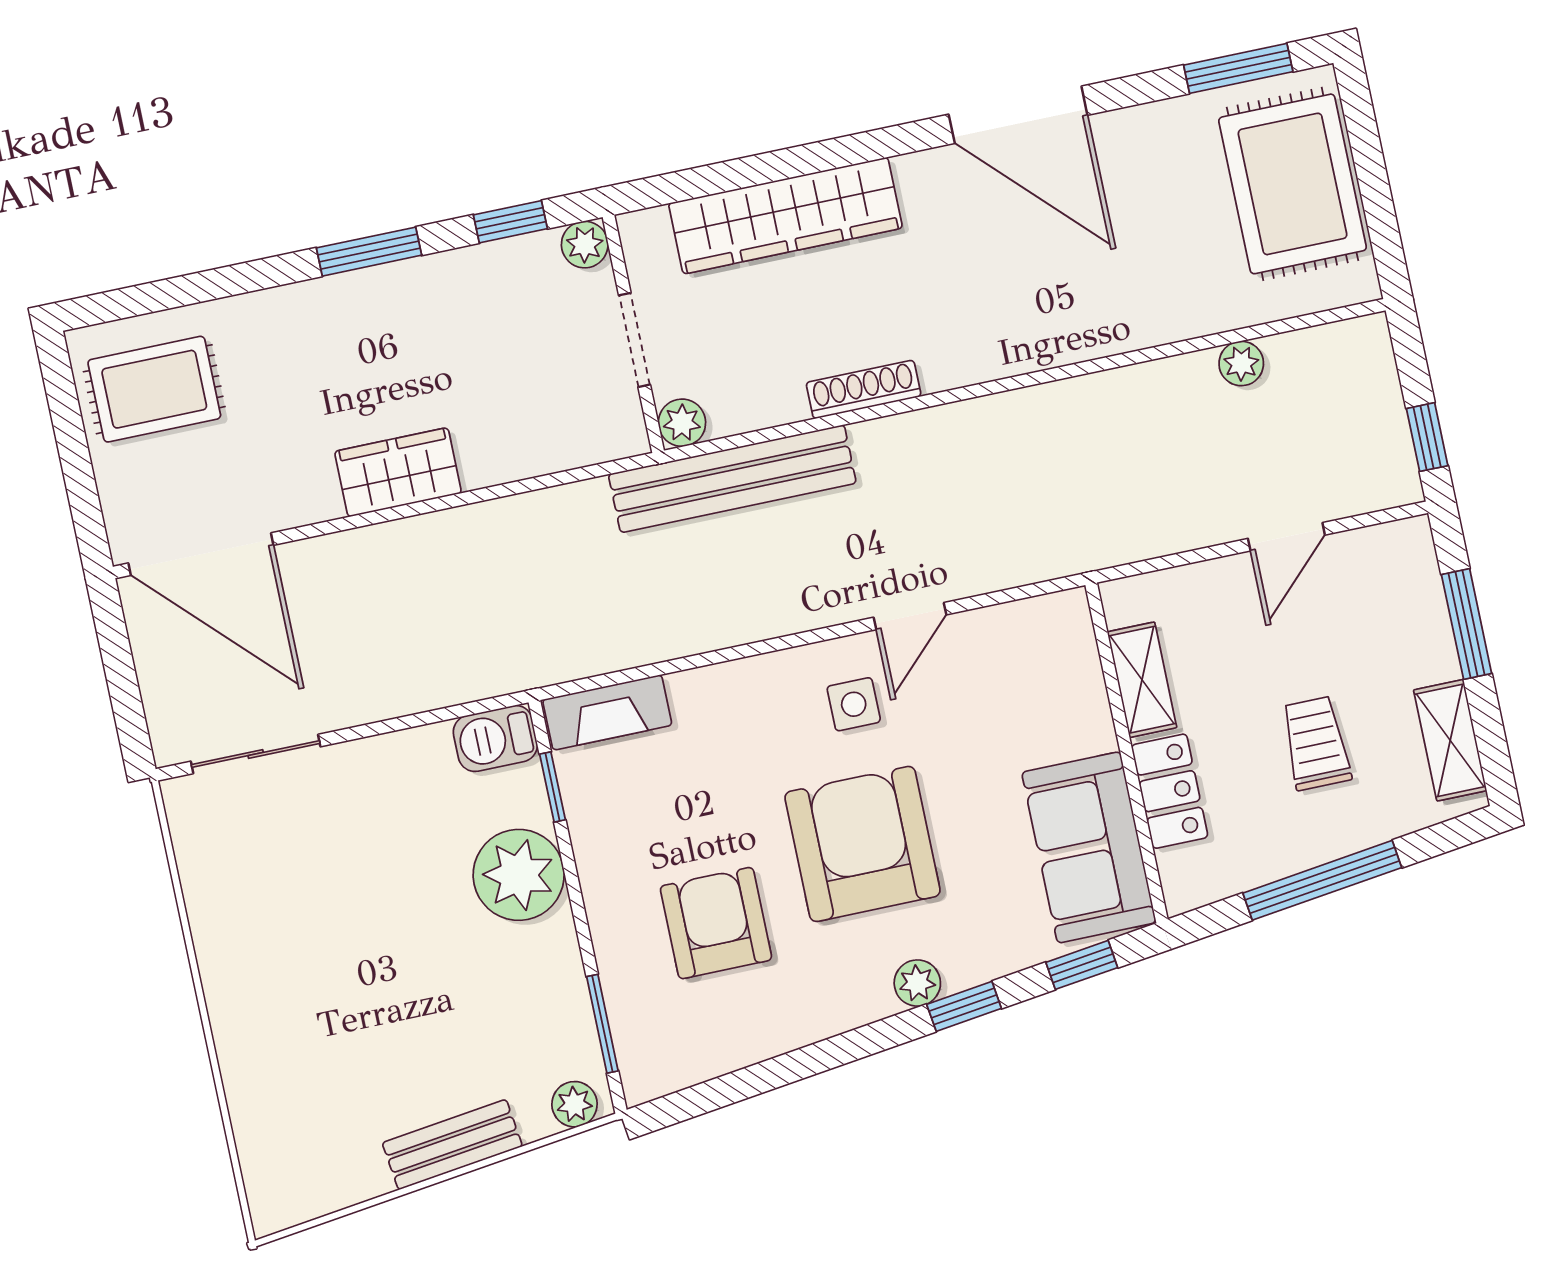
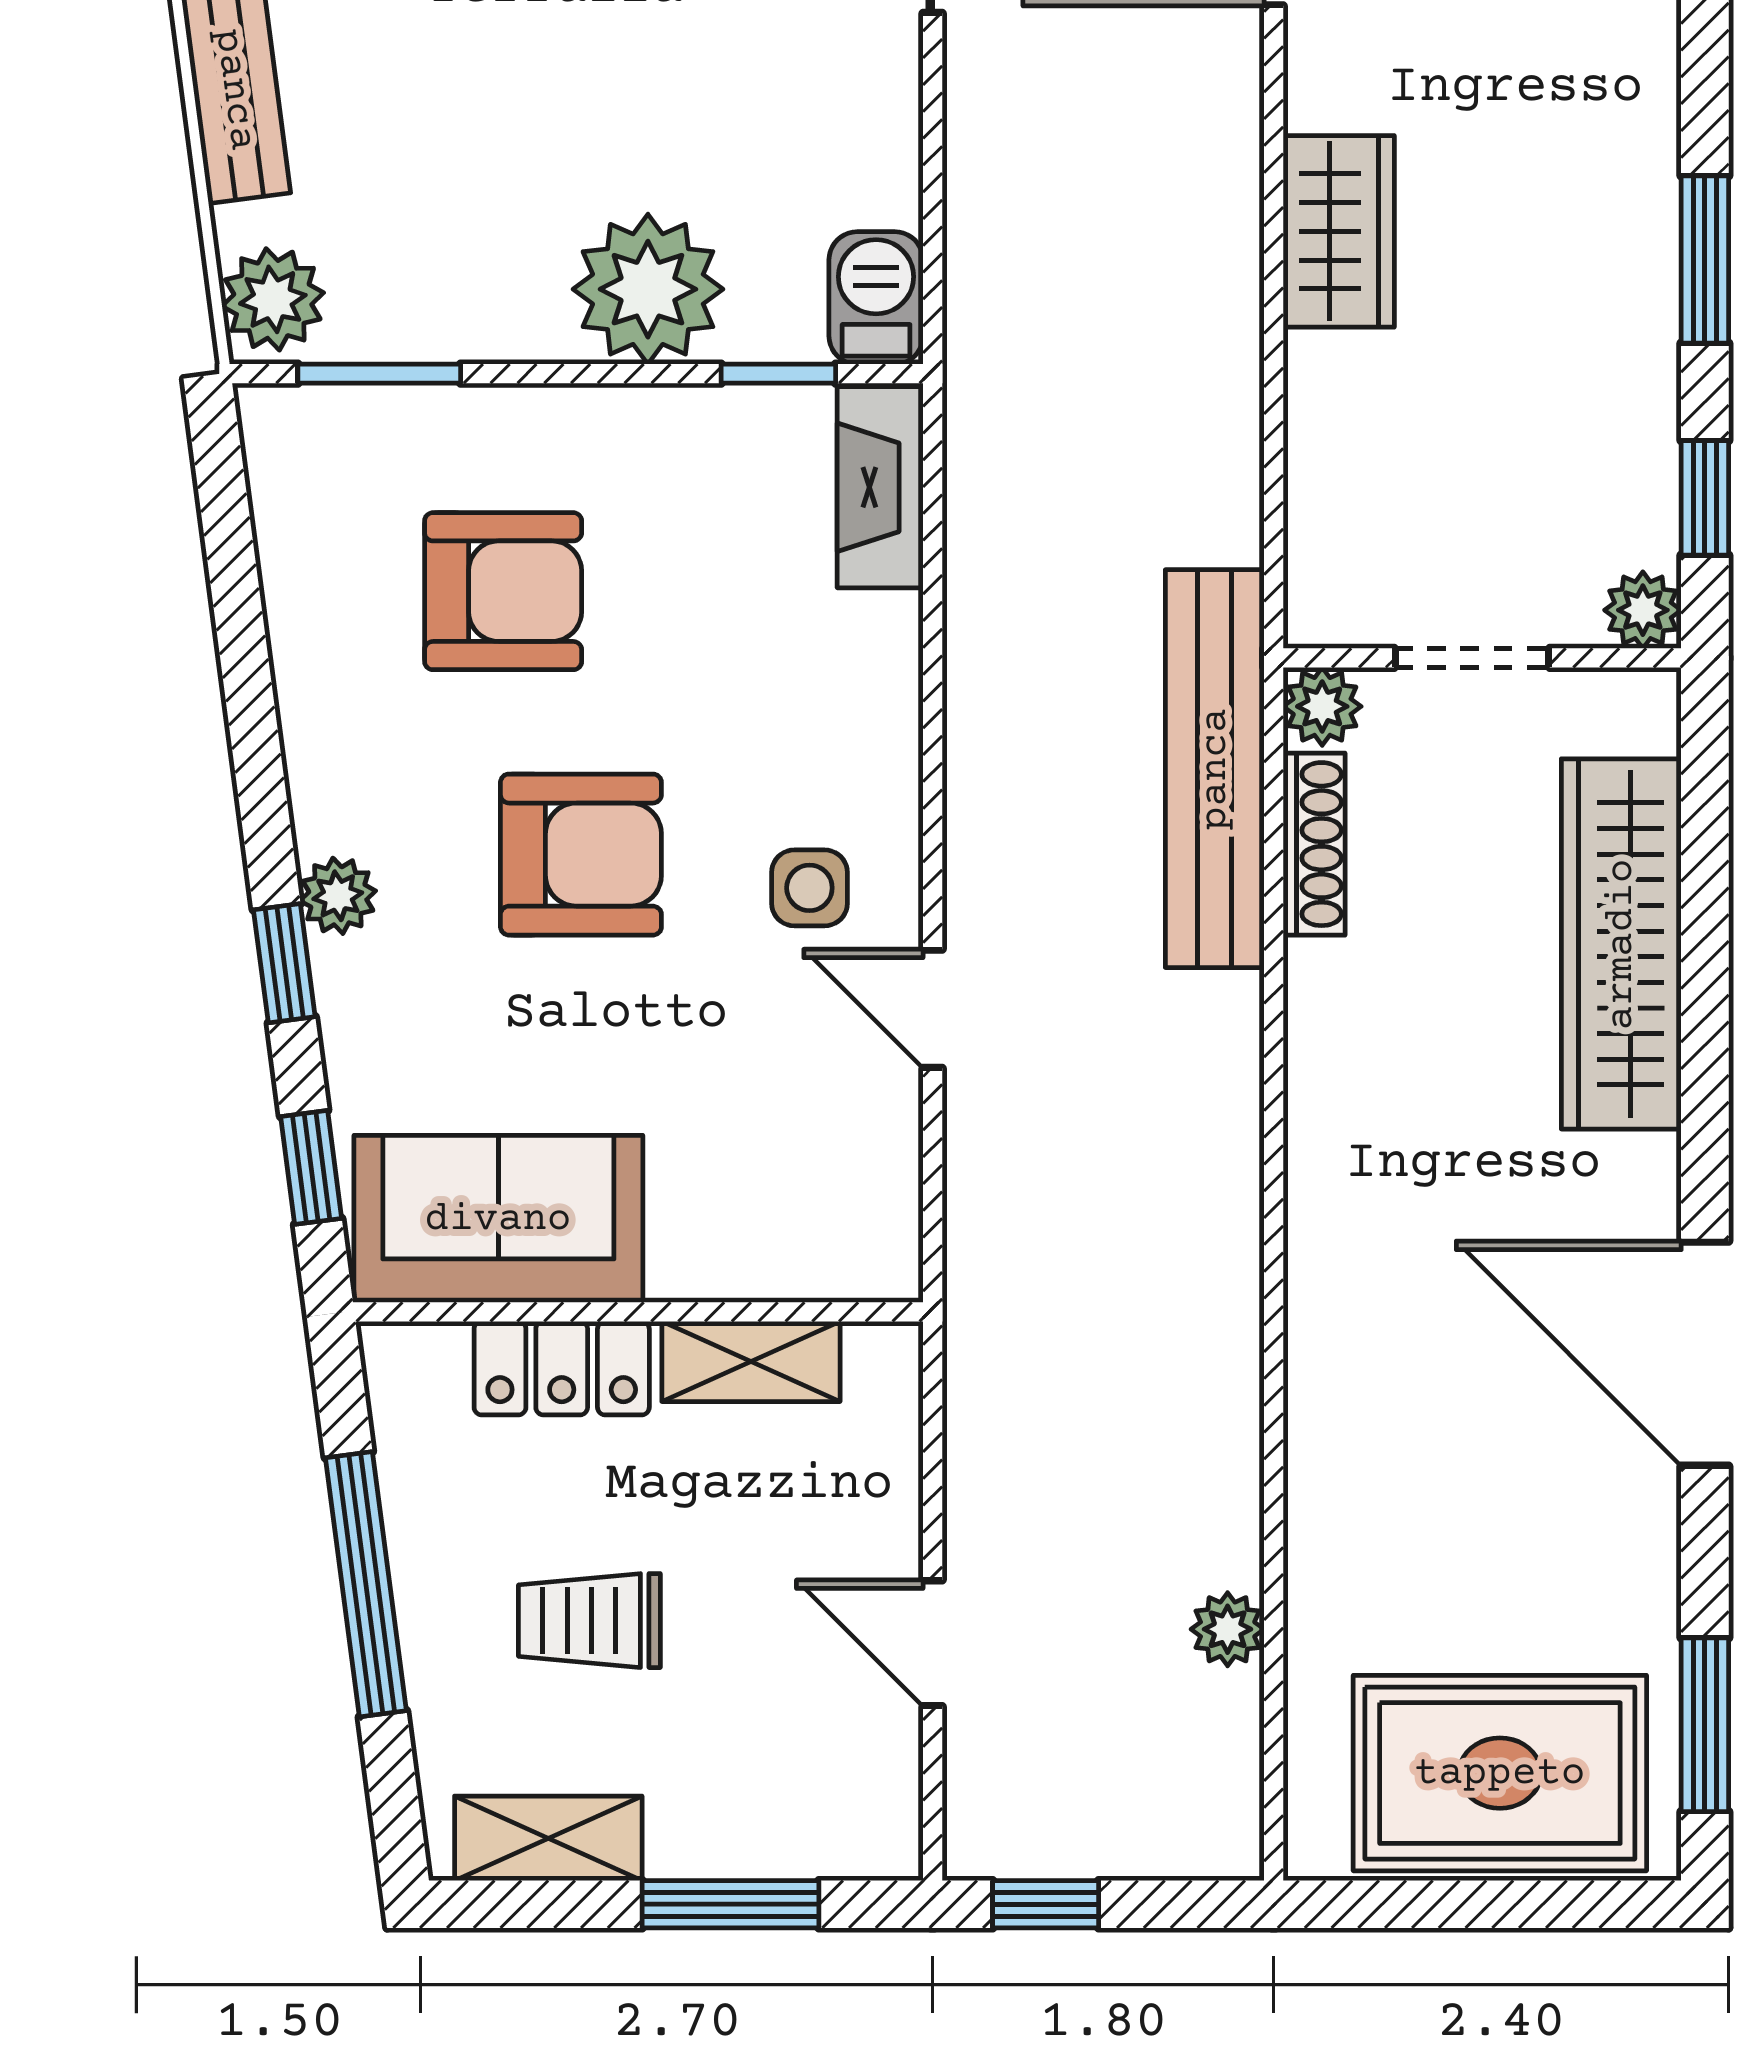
door: (1018, 115) -> (1705, 1354), hinge flipped
shoe rack: (864, 389) -> (1314, 844), moved
trolley: (1316, 743) -> (589, 1621), turned 180
armchair: (862, 844) -> (581, 855), width x0.73, depth x0.73
plant: (574, 1104) -> (273, 299), width x1.38, depth x1.38

